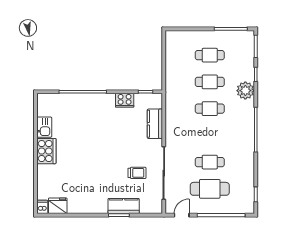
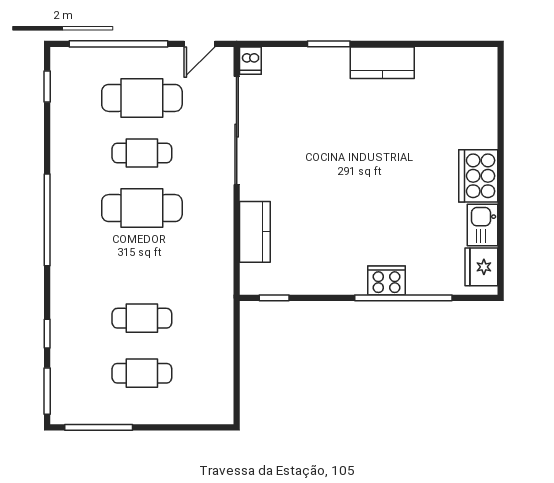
plant: (245, 91) -> (68, 300), removed
cooker: (125, 100) -> (387, 280), moved
cafe table: (210, 109) -> (142, 208), moved, width x1.37, depth x1.35
trolley: (137, 173) -> (292, 131), removed
fridge: (58, 206) -> (481, 267), moved, turned 90
kitchen counter: (124, 206) -> (382, 63), moved
dishwasher: (42, 207) -> (250, 61), moved

